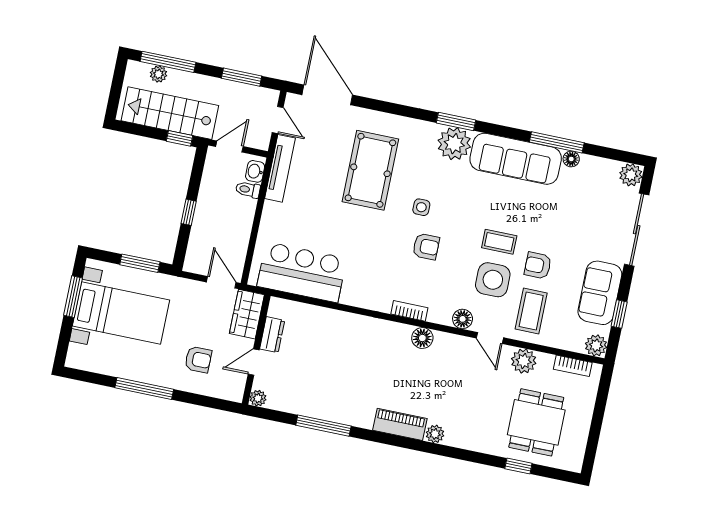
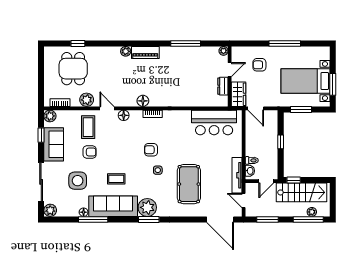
coffee table: (499, 242) -> (116, 179), moved
side table: (493, 280) -> (78, 181), moved

